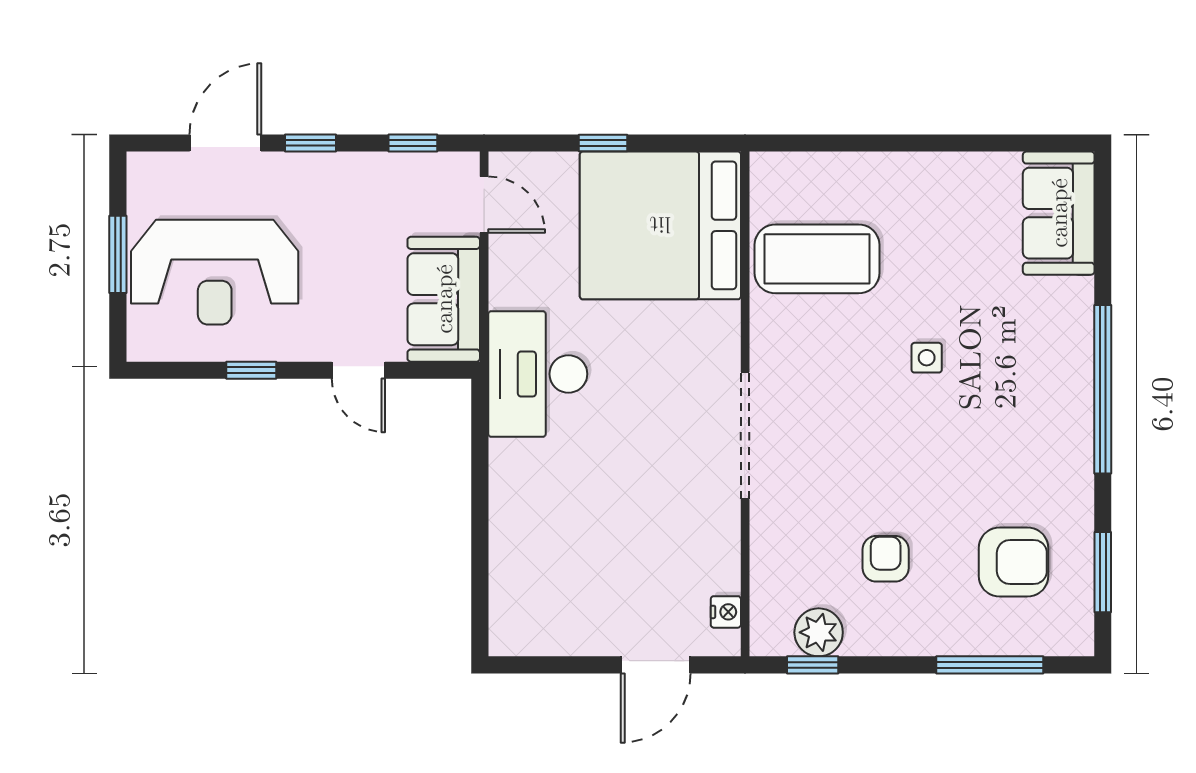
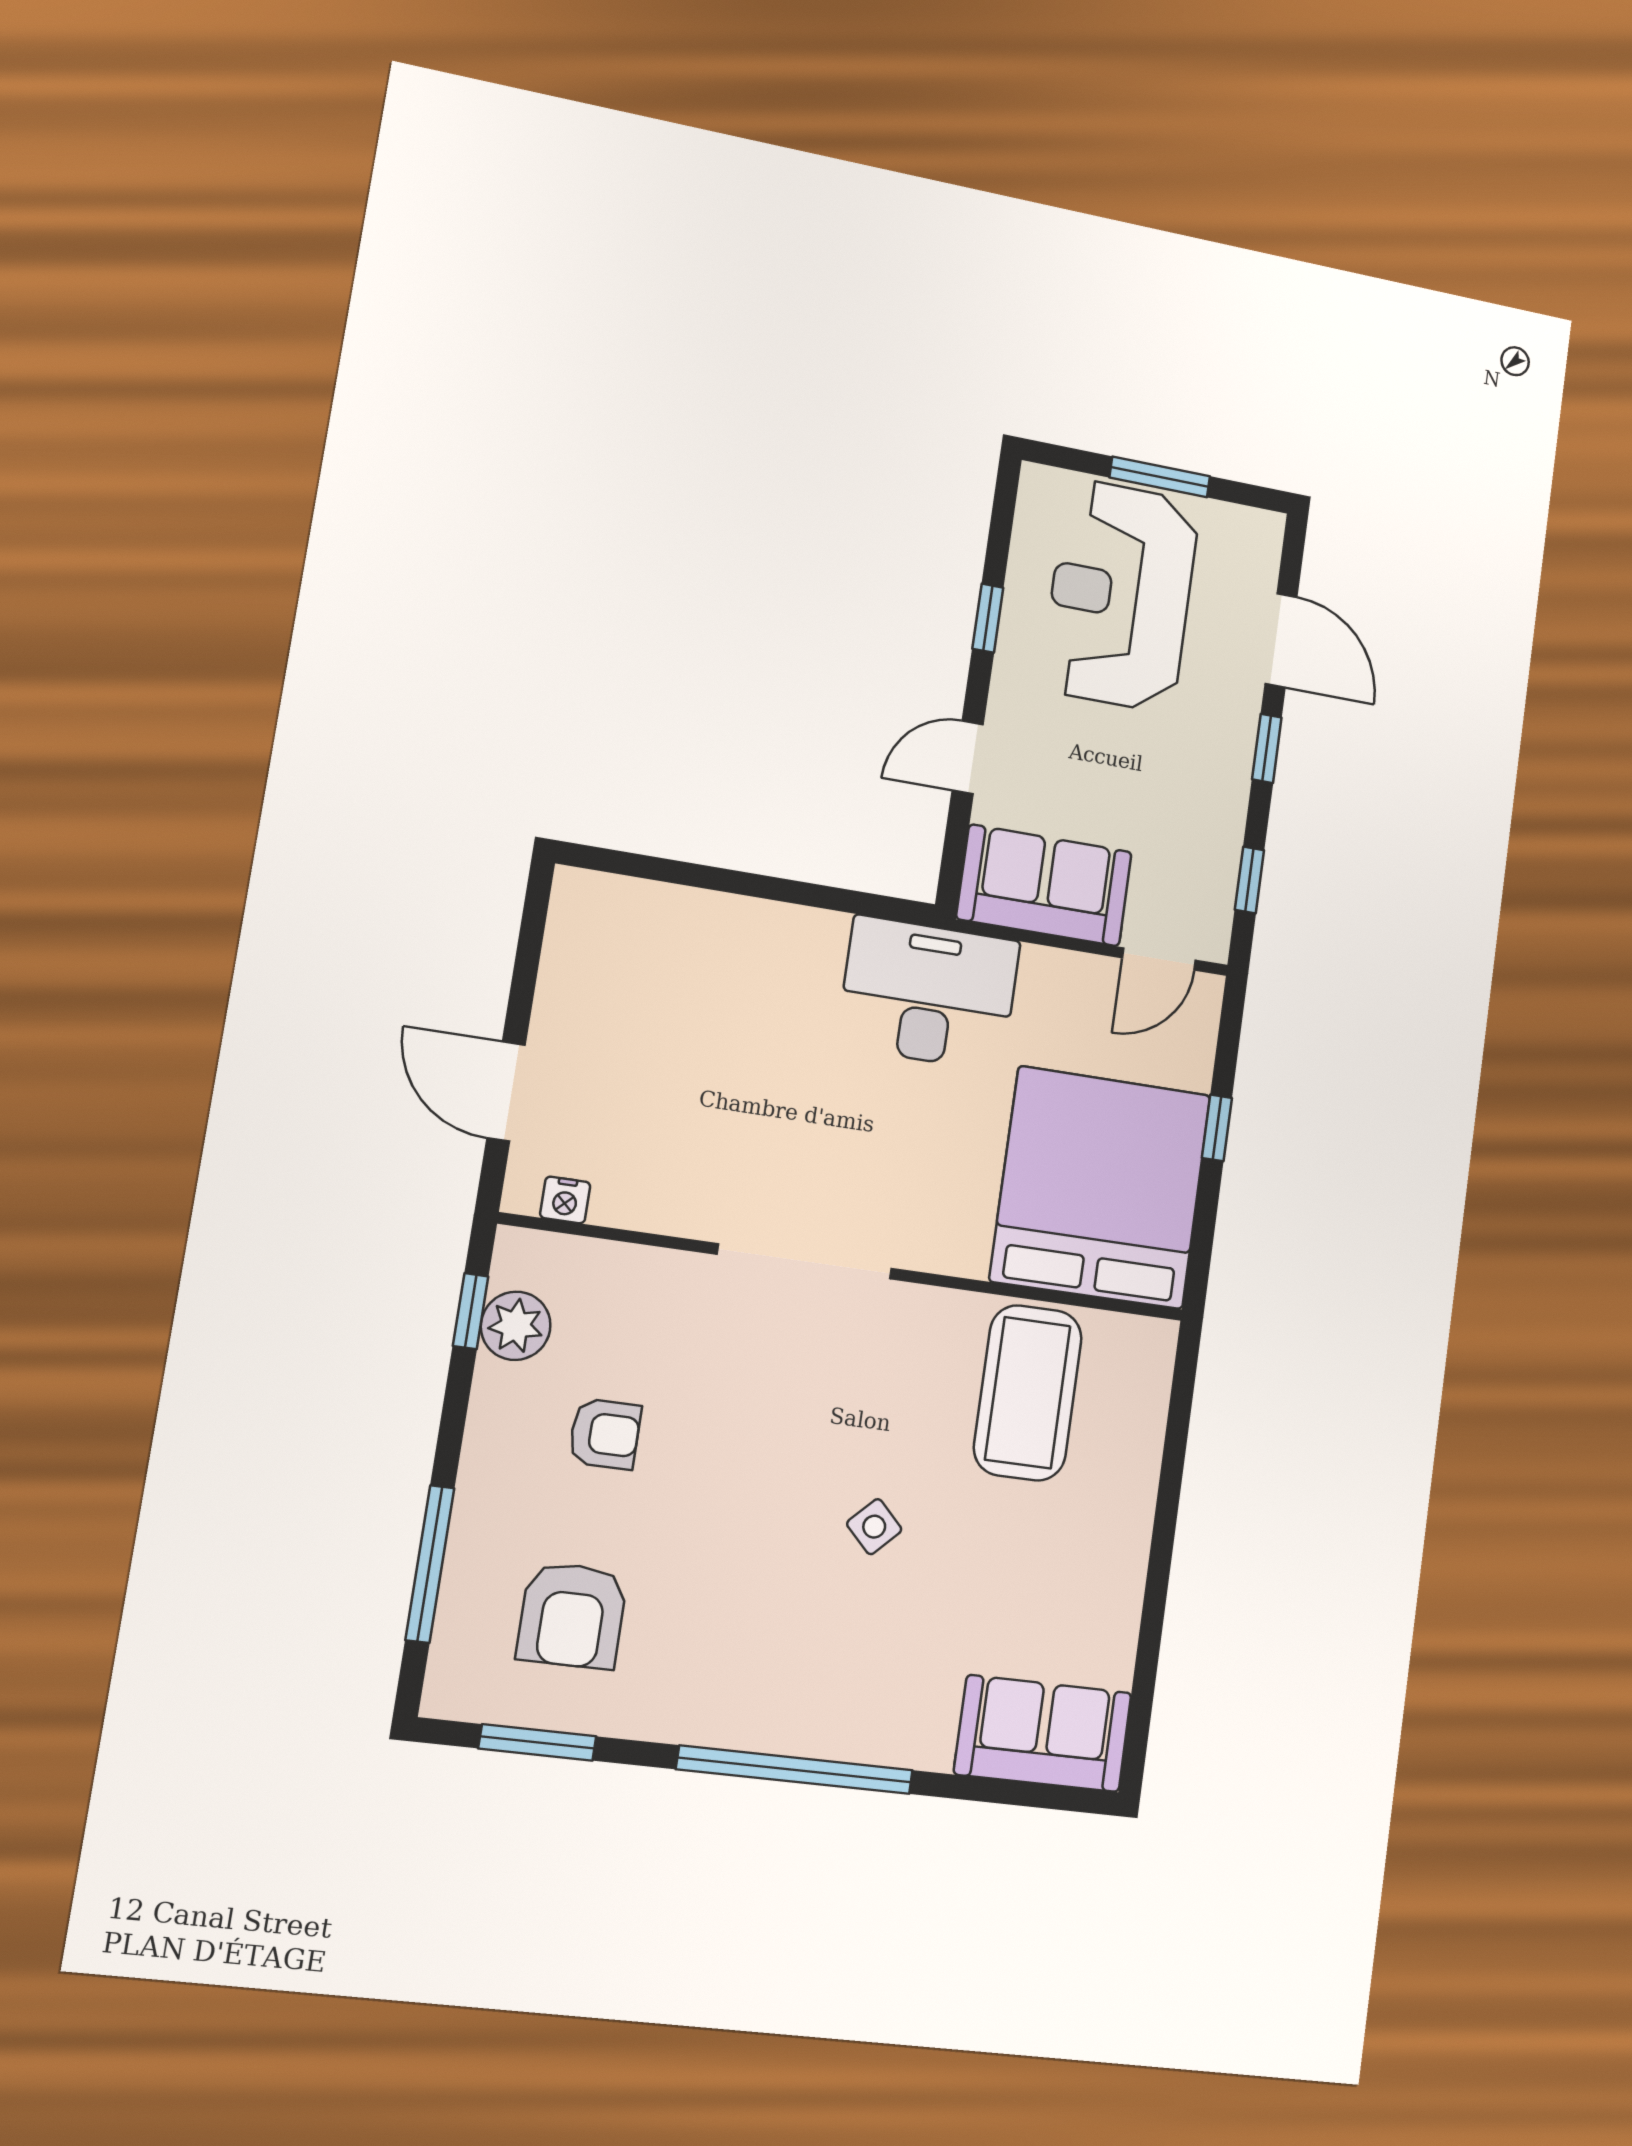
side table: (927, 358) -> (874, 1527), turned 45

